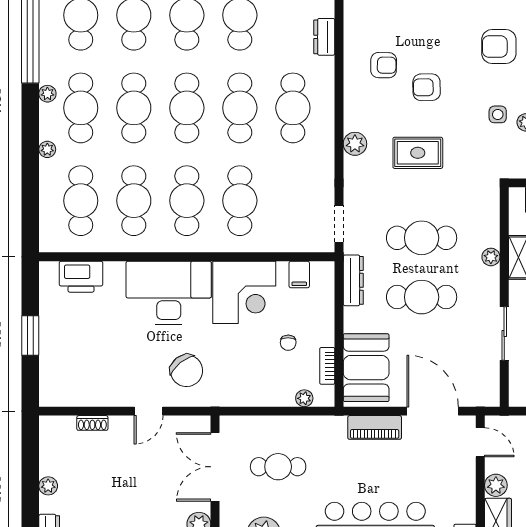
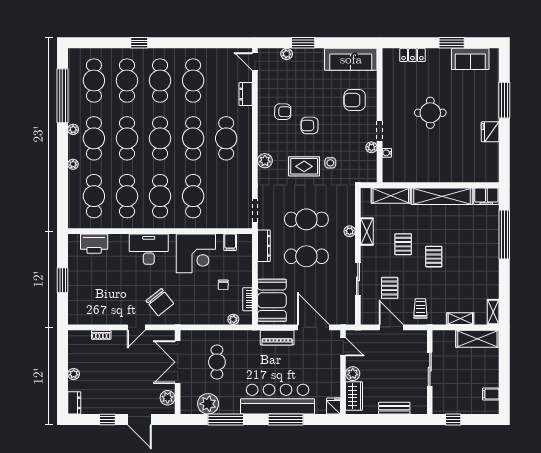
side table: (498, 114) -> (330, 163), moved
desk: (169, 293) -> (149, 249), width x0.73, depth x0.77
cafe table: (278, 467) -> (217, 362), turned 90

